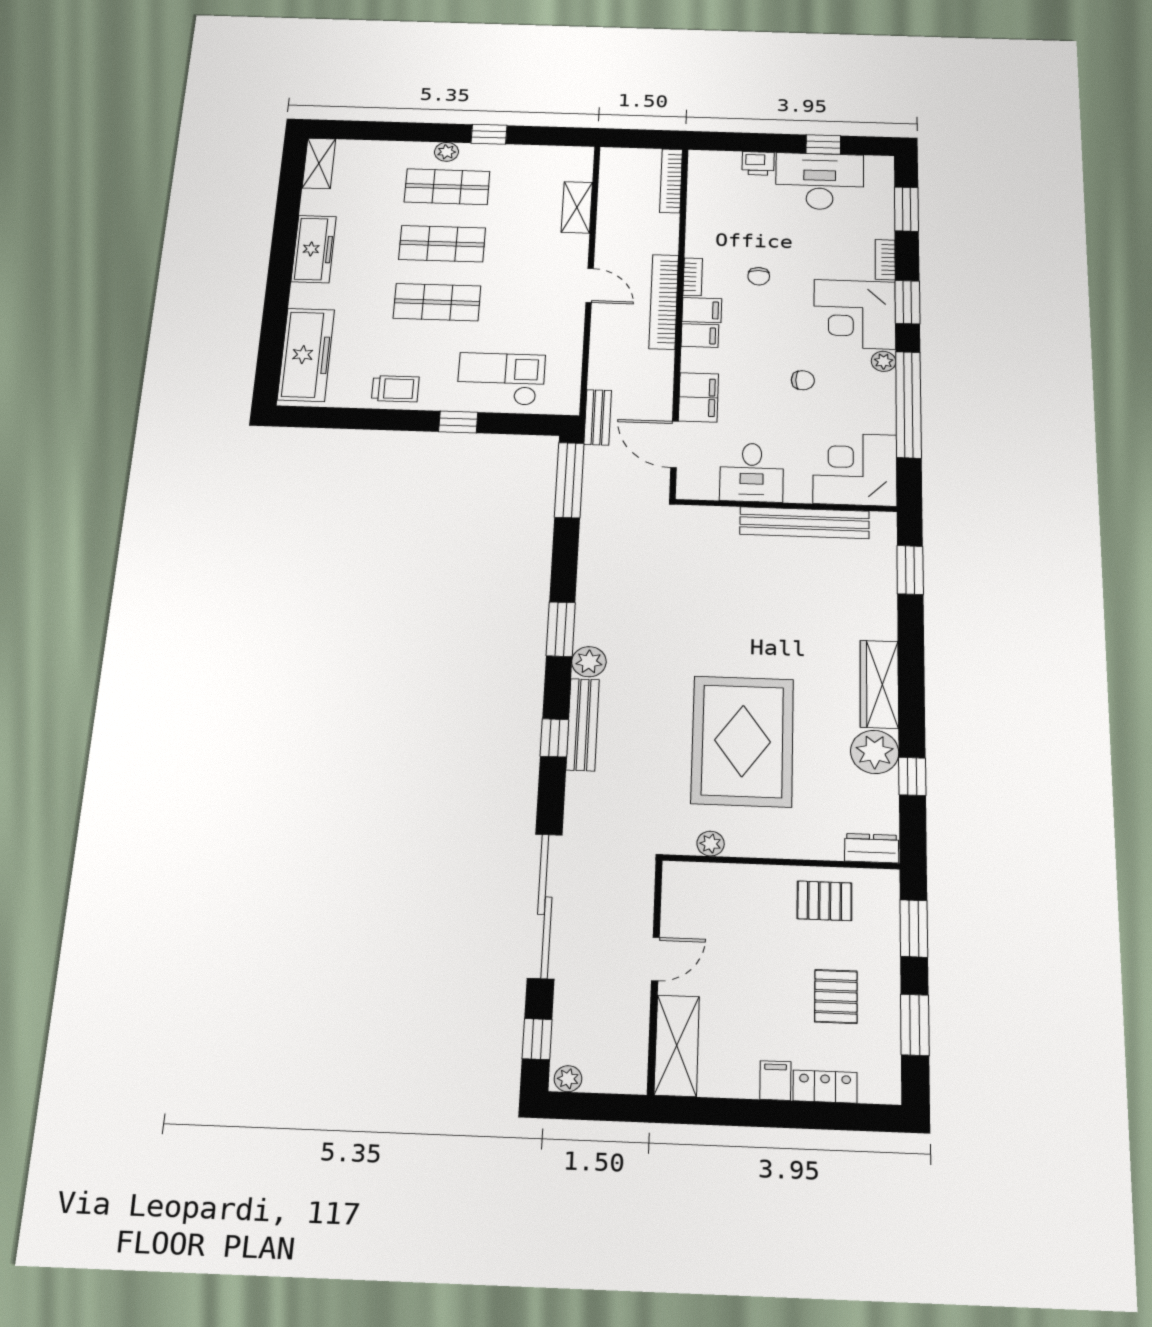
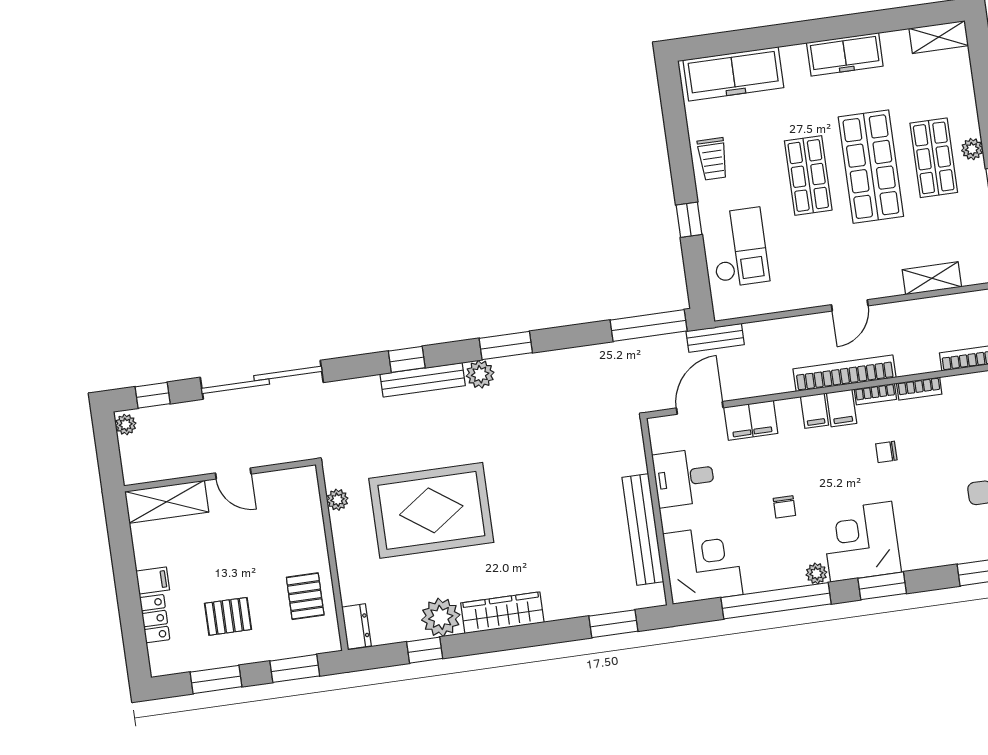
shop shelf: (442, 244) -> (871, 167), width x1.43, depth x1.36
bookcase: (885, 260) -> (919, 389), moved, turned 180

